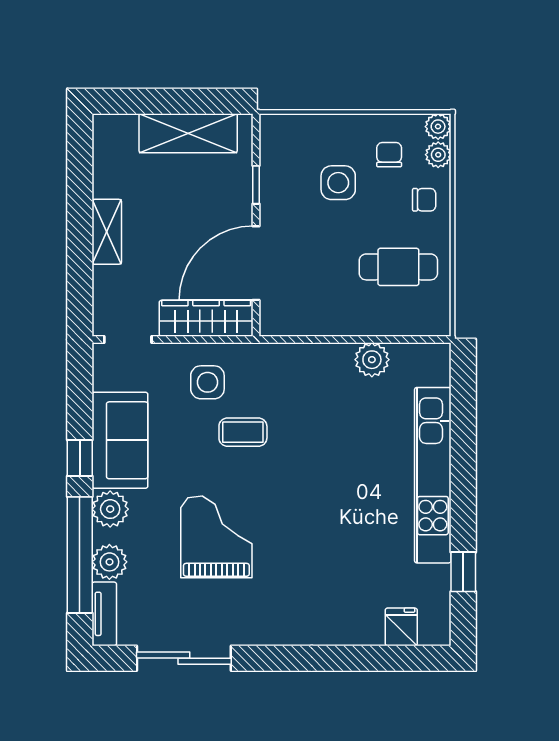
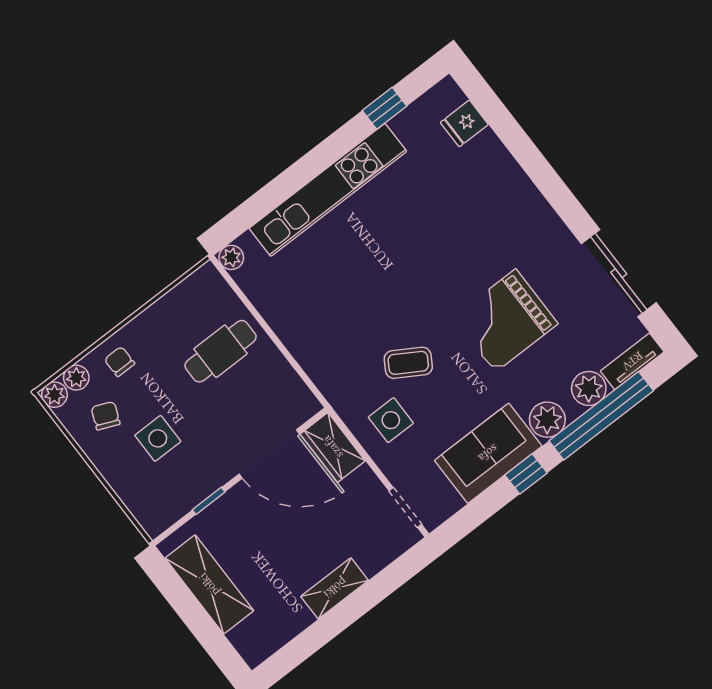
chair: (389, 155) -> (106, 416), turned 113
cafe table: (398, 267) -> (221, 351), moved, turned 90
wardrobe: (206, 318) -> (333, 447), width x0.67
plant: (372, 360) -> (231, 257), moved, width x0.73, depth x0.73
coffee table: (243, 432) -> (408, 363), turned -59

